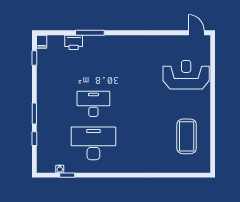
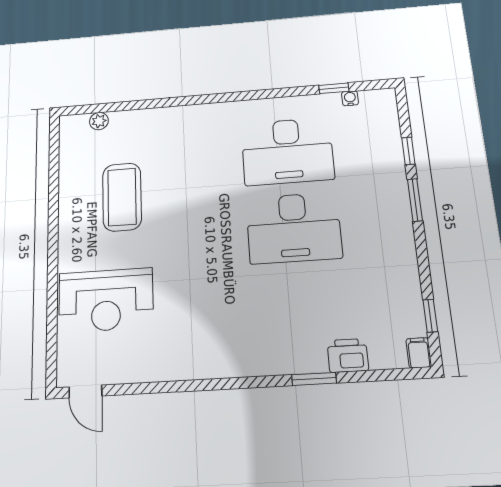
window: (90, 33) -> (314, 379), width x0.69
desk: (93, 104) -> (294, 228), width x1.36, depth x1.30
coffee table: (187, 136) -> (122, 197), moved
plant: (189, 168) -> (99, 121), added

